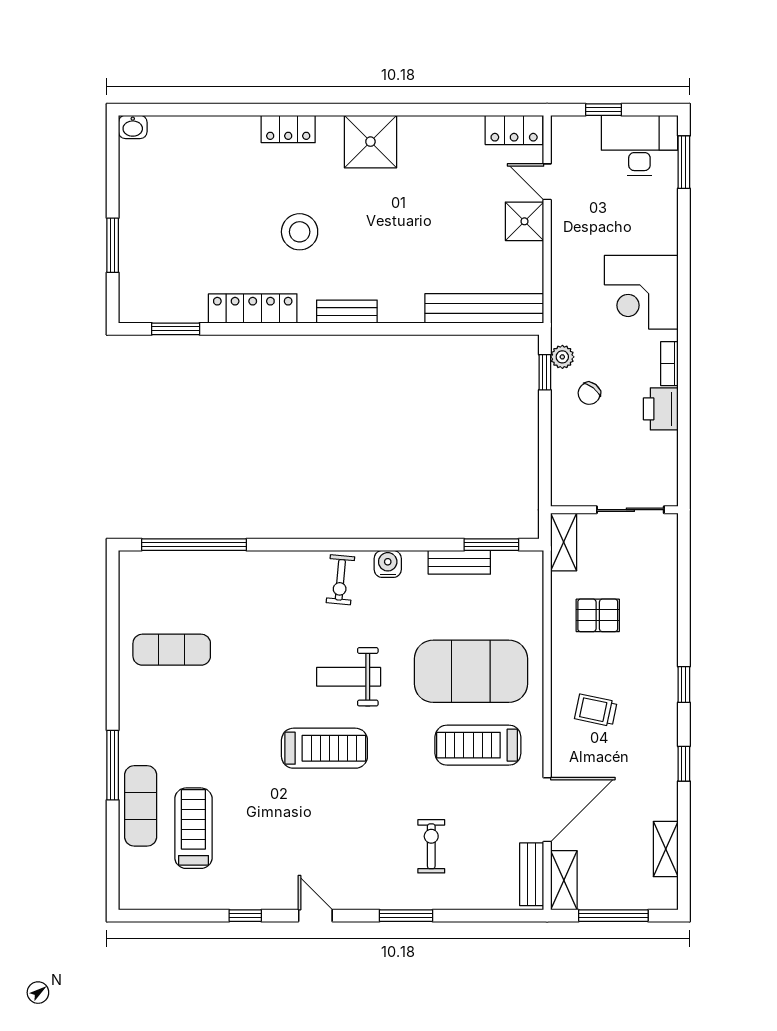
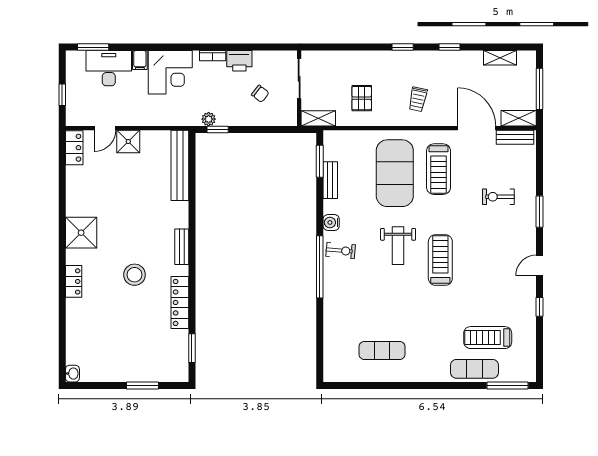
desk: (639, 145) -> (109, 68), moved, turned 90
filing cabinet: (662, 241) -> (140, 60), added
chair: (589, 393) -> (260, 94), moved
window: (194, 545) -> (320, 267), moved
exercise mat: (172, 650) -> (382, 350), turned 90
window: (113, 765) -> (507, 385), moved

